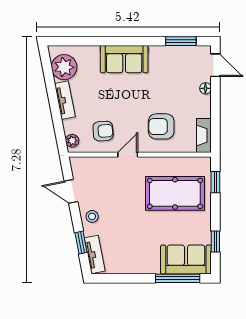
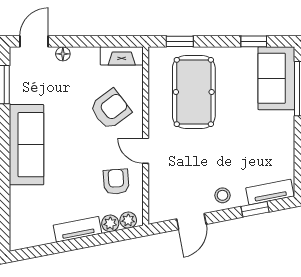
sofa: (124, 59) -> (26, 145), width x1.36
plant: (64, 67) -> (110, 223), moved, width x0.53, depth x0.53
armchair: (161, 126) -> (110, 109), turned -127

